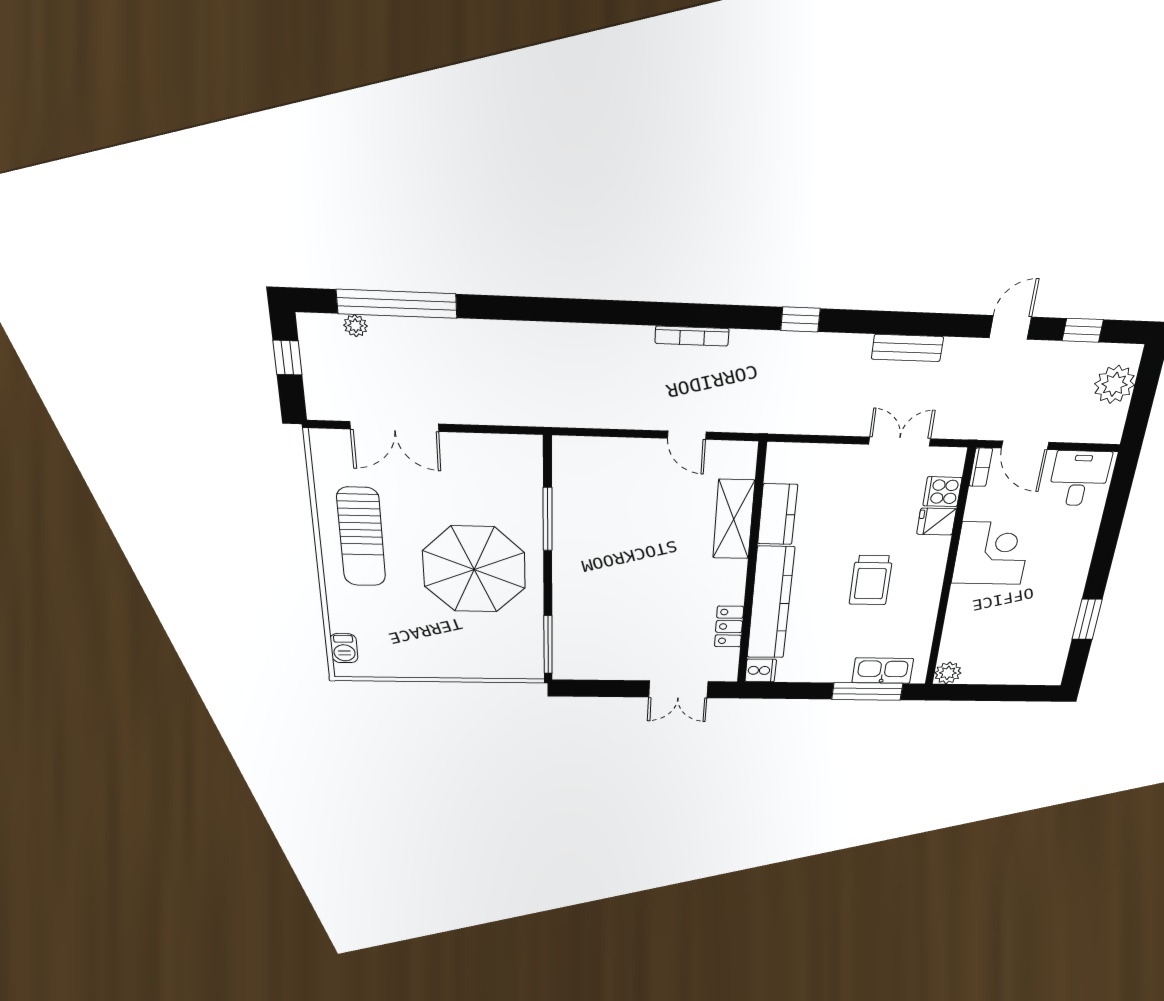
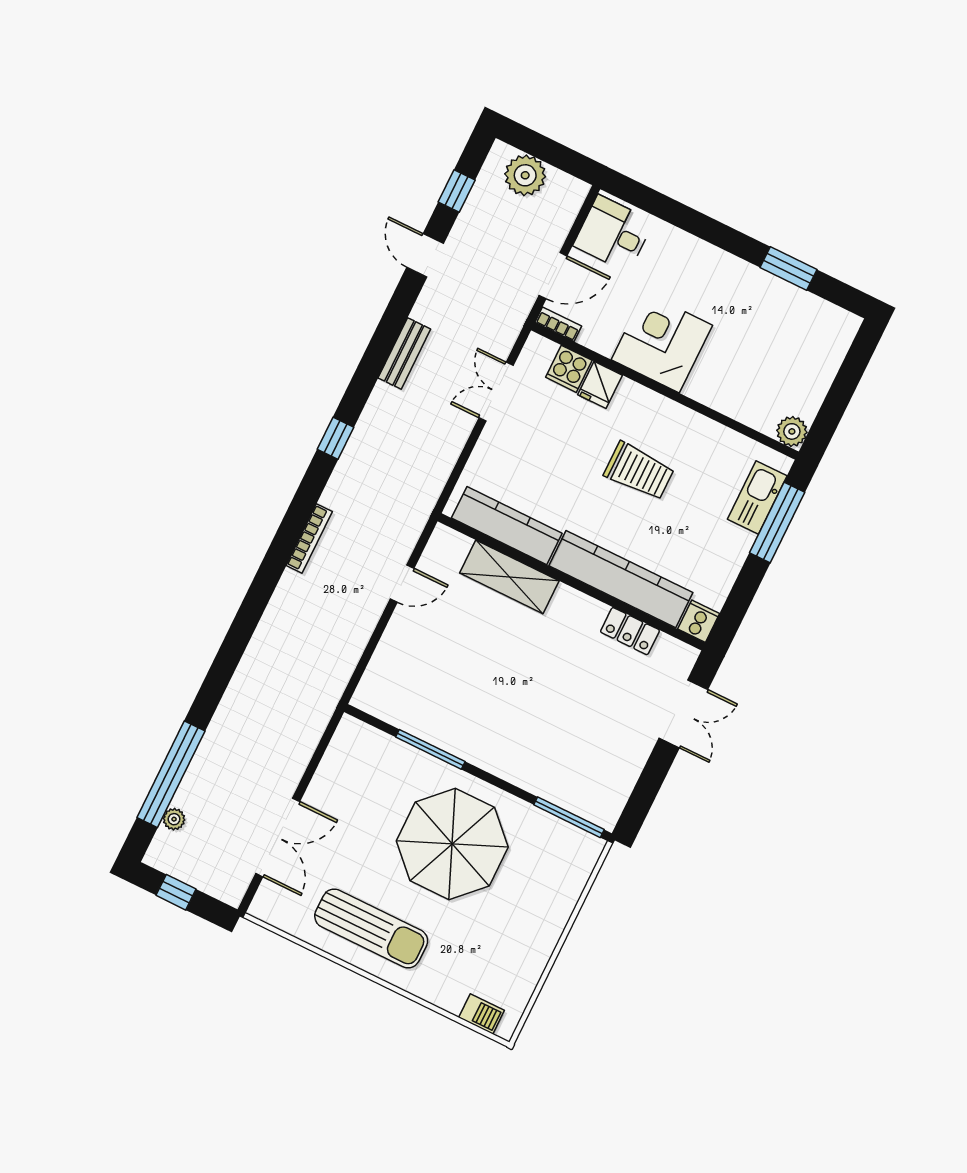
kitchen counter: (778, 514) -> (507, 526), width x1.50

